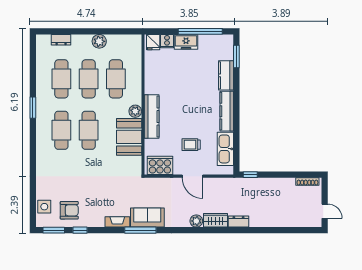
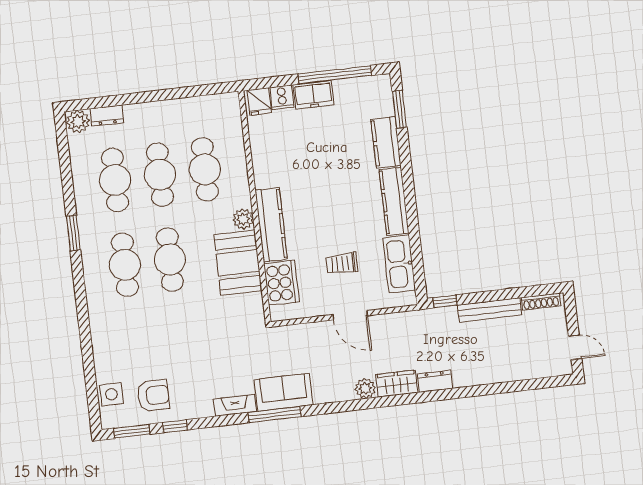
plant: (99, 41) -> (78, 122), moved
cooker: (160, 165) -> (282, 283), moved, turned 90
bench: (276, 183) -> (490, 310), added

